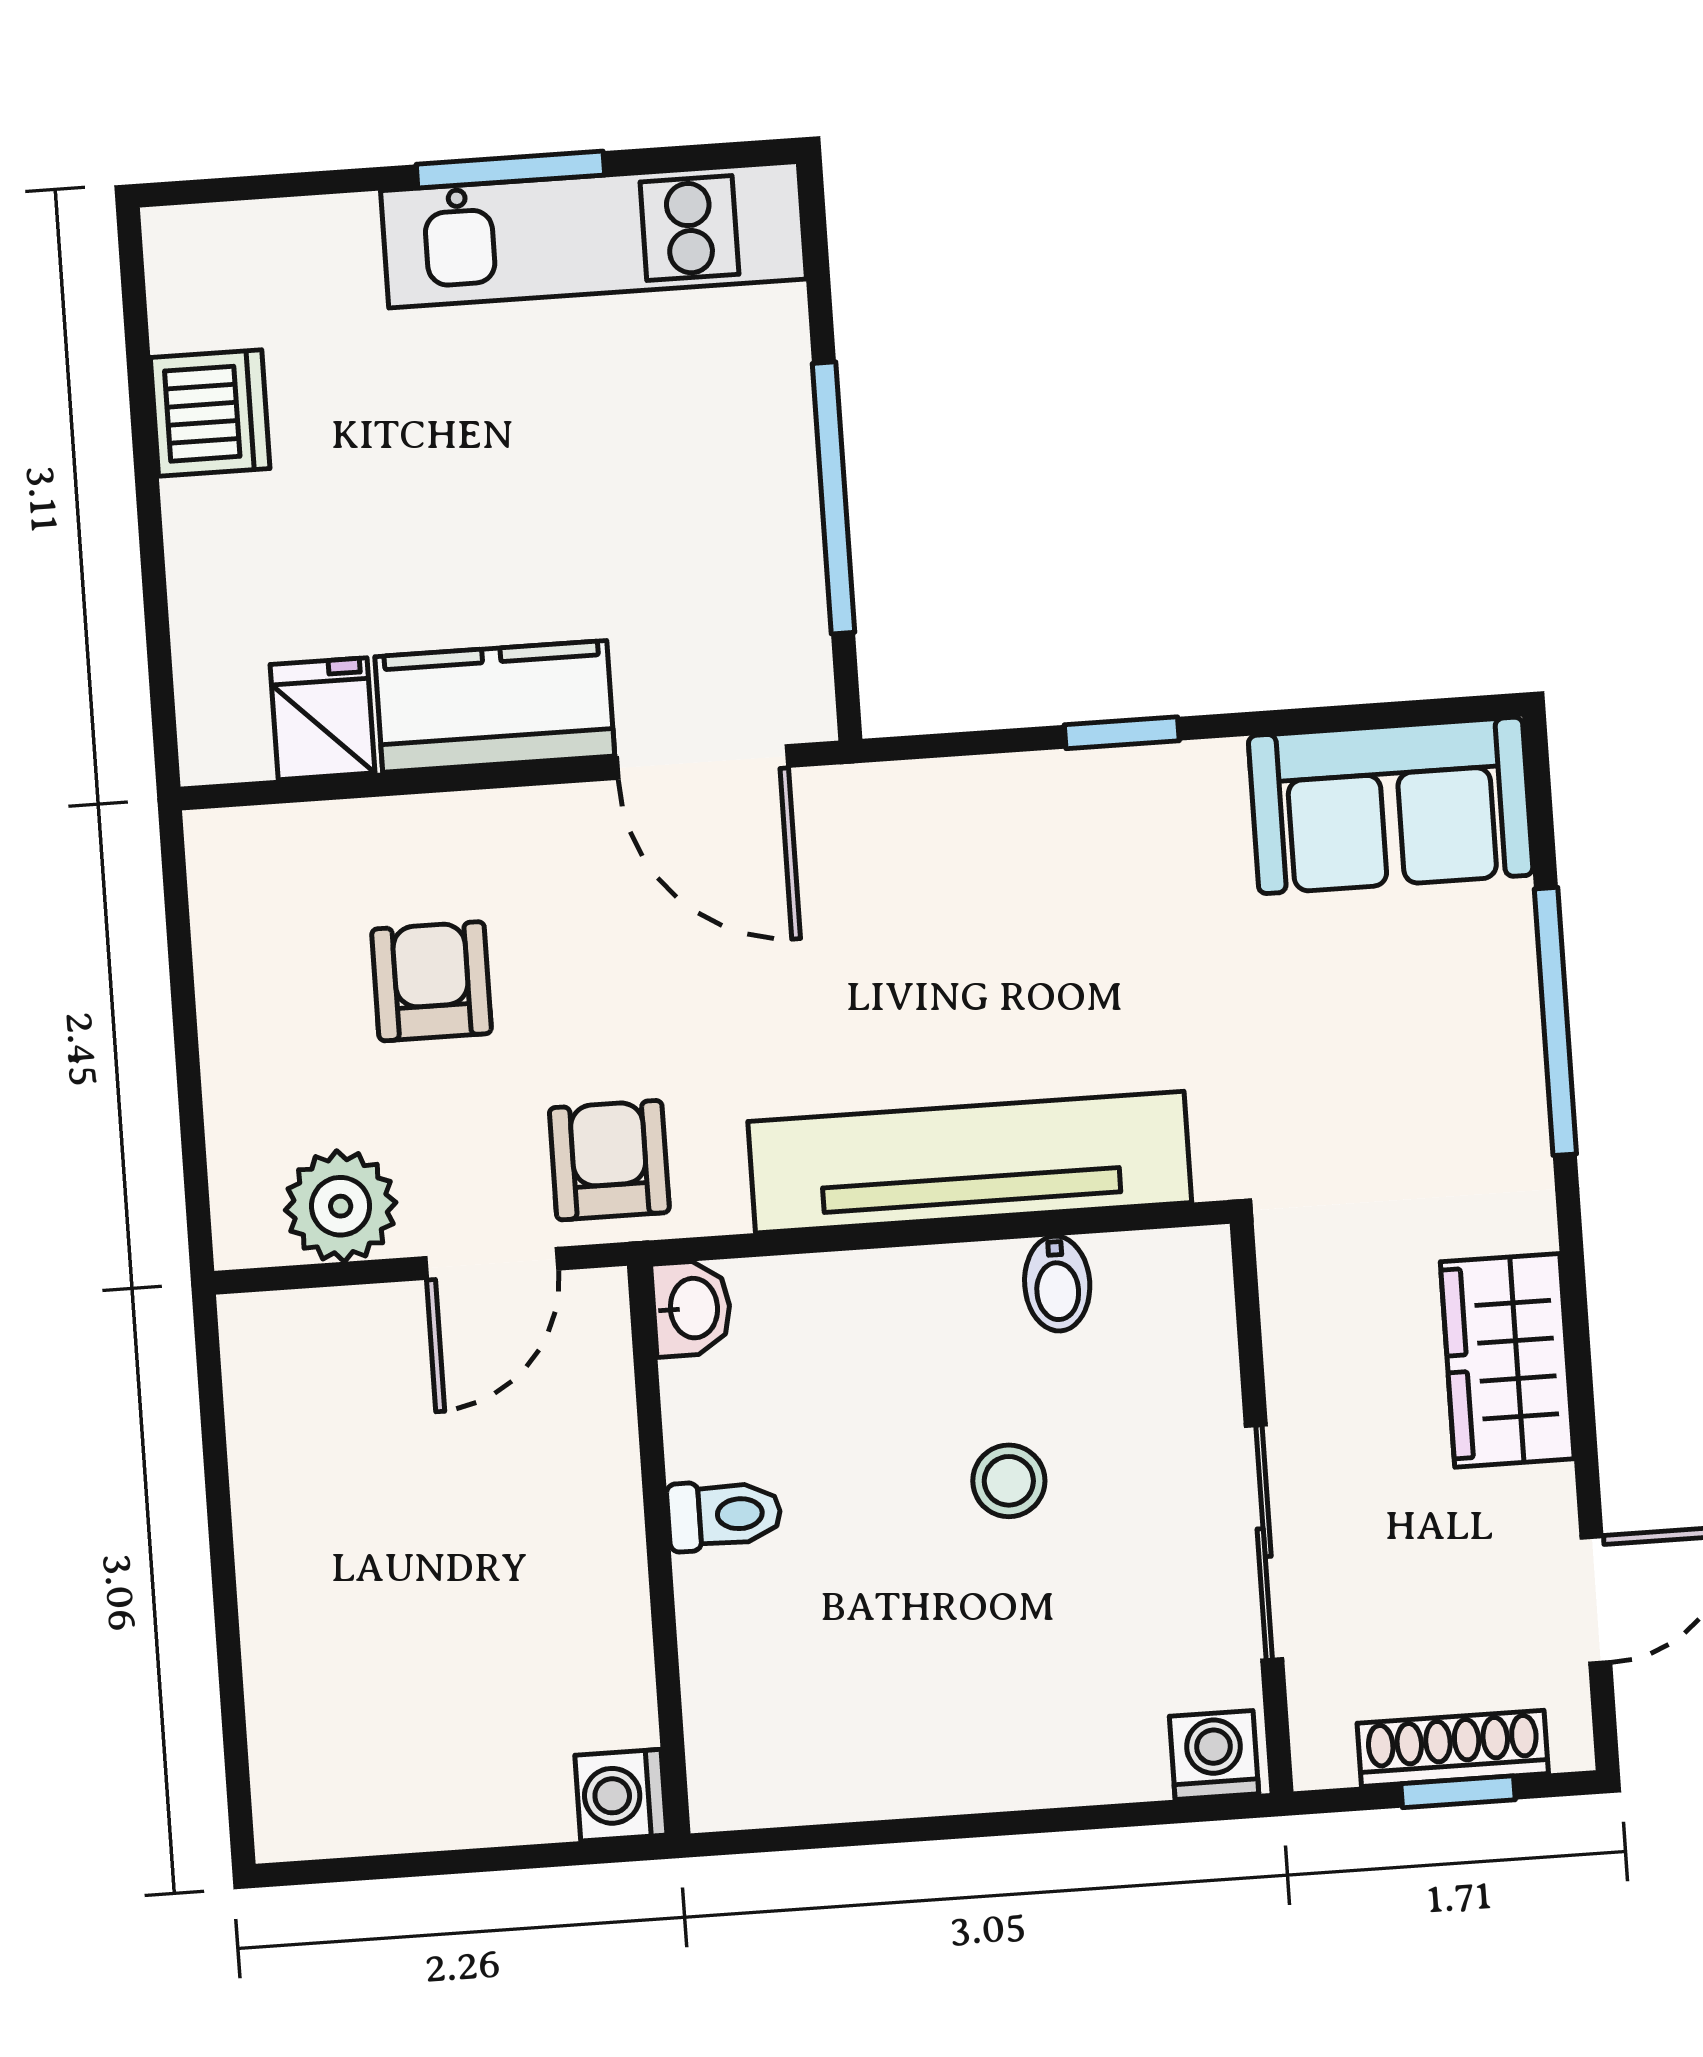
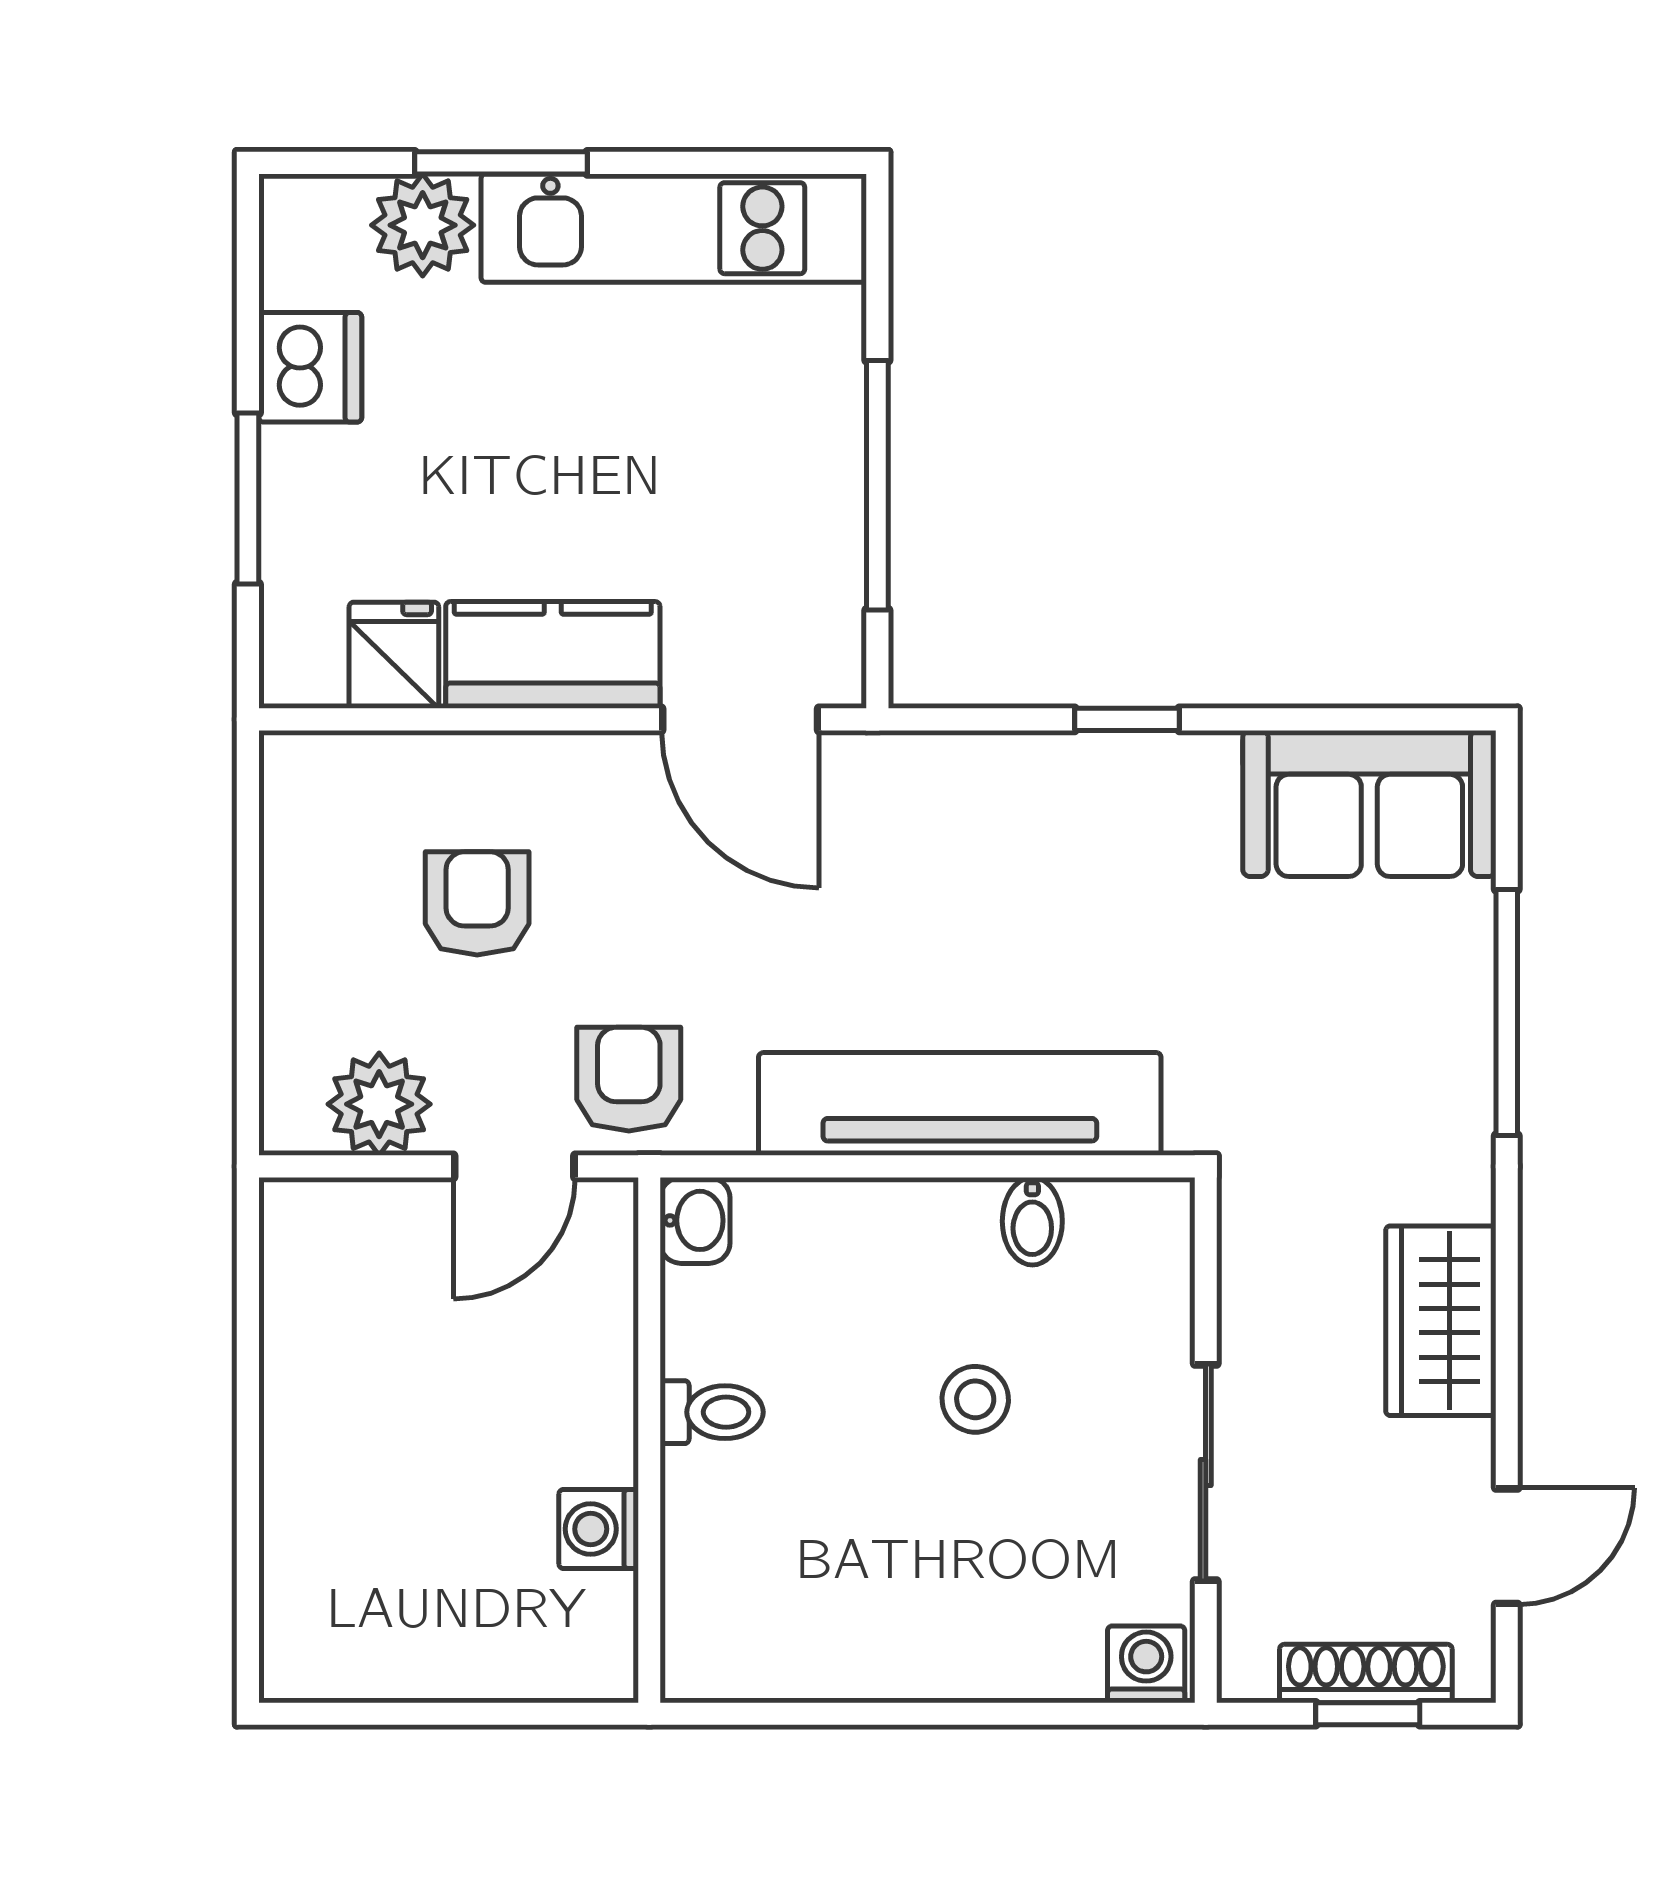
window: (510, 170) -> (501, 163), moved
plant: (321, 250) -> (423, 225), added
window: (153, 560) -> (248, 499), added
washing machine: (621, 1795) -> (599, 1529), moved

